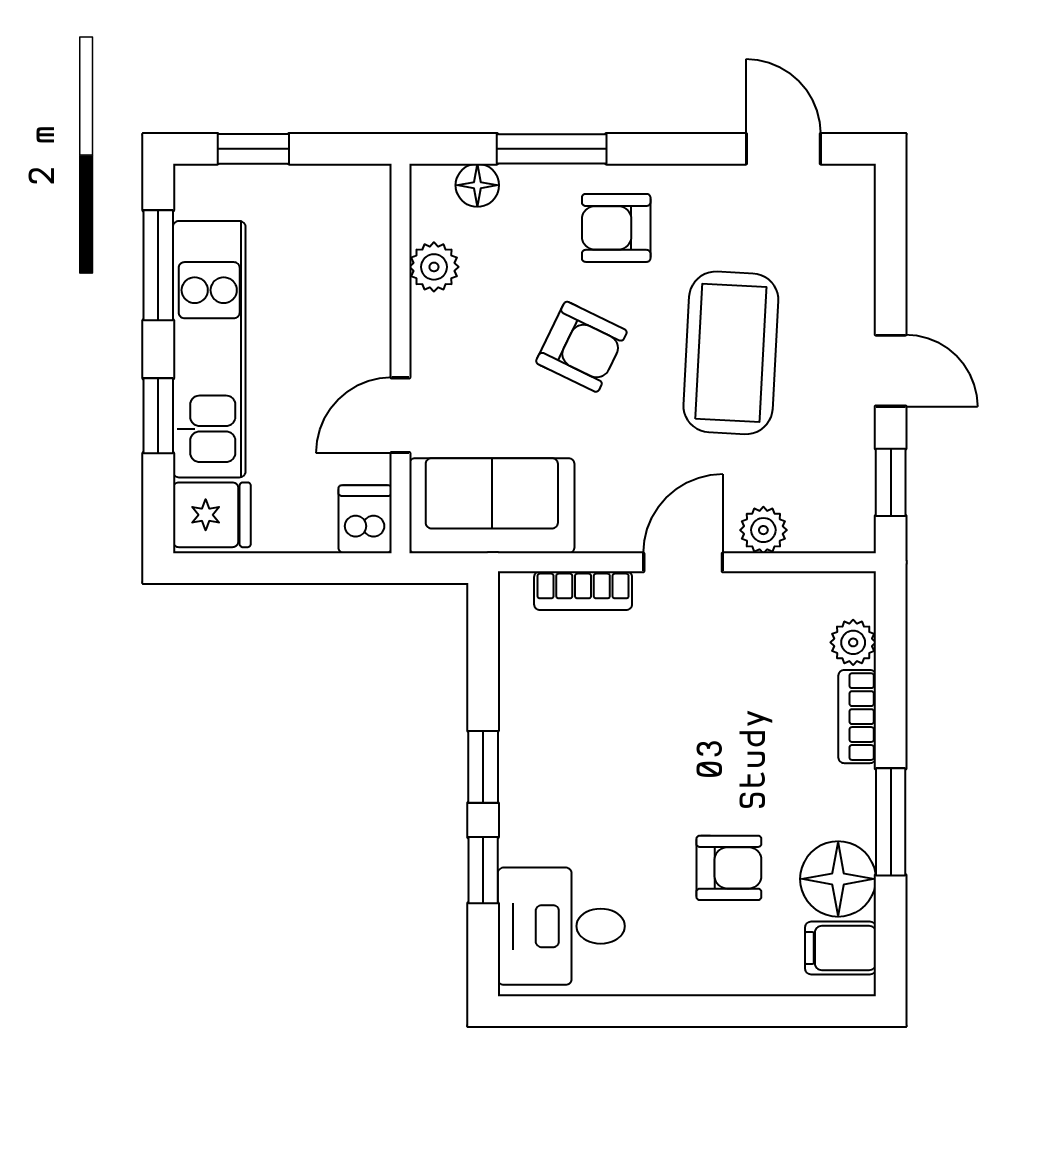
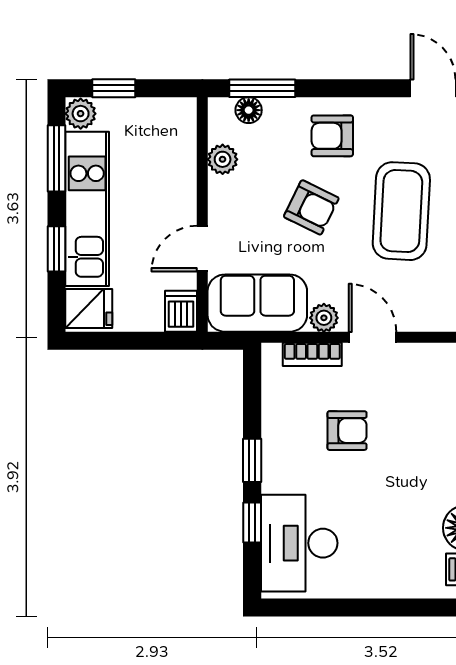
window: (552, 149) -> (262, 88), moved
plant: (198, 191) -> (81, 114), added
plant: (763, 530) -> (324, 318), moved
door: (683, 562) -> (373, 337), hinge flipped
armchair: (729, 868) -> (347, 431), moved
desk: (561, 926) -> (299, 543), width x1.37

